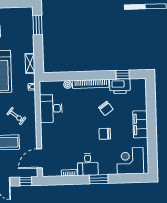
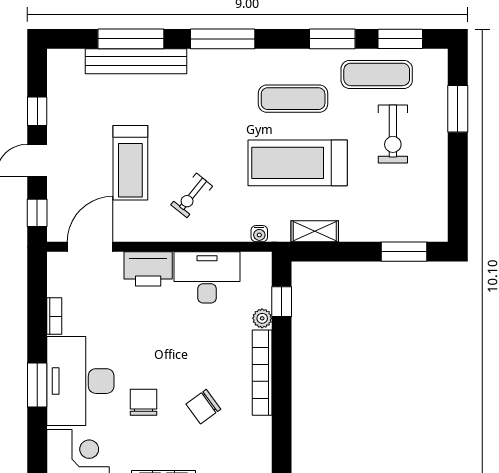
window: (123, 75) -> (282, 302), moved
printer: (120, 86) -> (148, 269), moved, turned -90
door: (39, 158) -> (90, 247), hinge flipped
desk: (88, 164) -> (80, 381), width x1.87, depth x1.30

